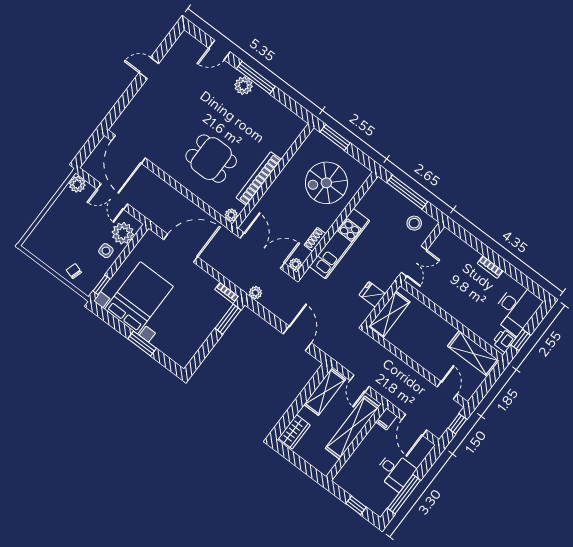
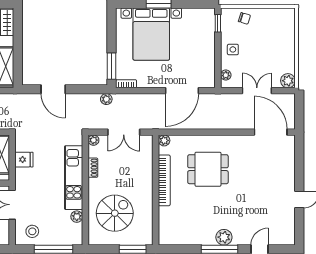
plant: (363, 206) -> (77, 217), added
plant: (123, 233) -> (226, 75), width x0.53, depth x0.53
double door: (262, 251) -> (124, 132), width x0.73
bed with nightstands: (139, 298) -> (151, 34), moved

